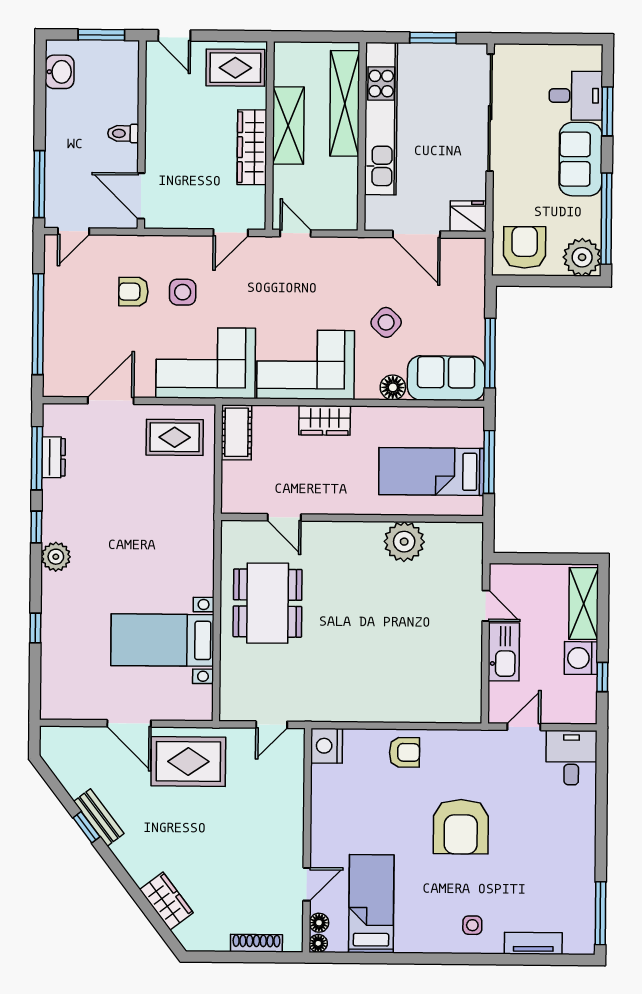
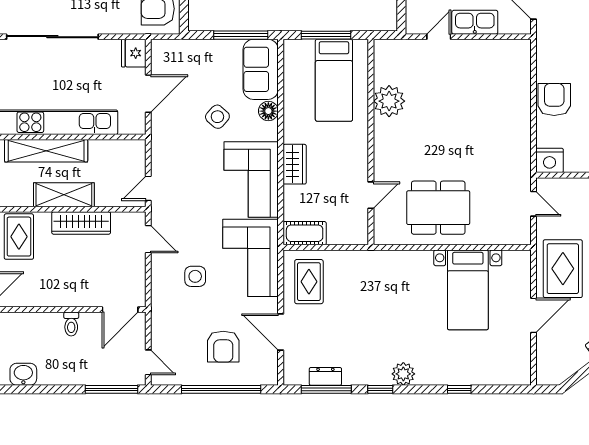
armchair: (133, 292) -> (223, 347), moved, width x1.38, depth x1.38
armchair: (404, 752) -> (554, 99), width x1.38, depth x1.38

